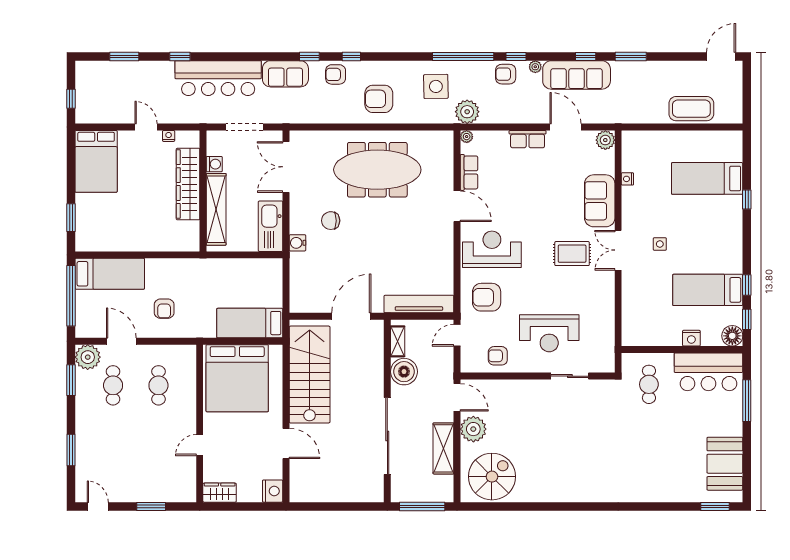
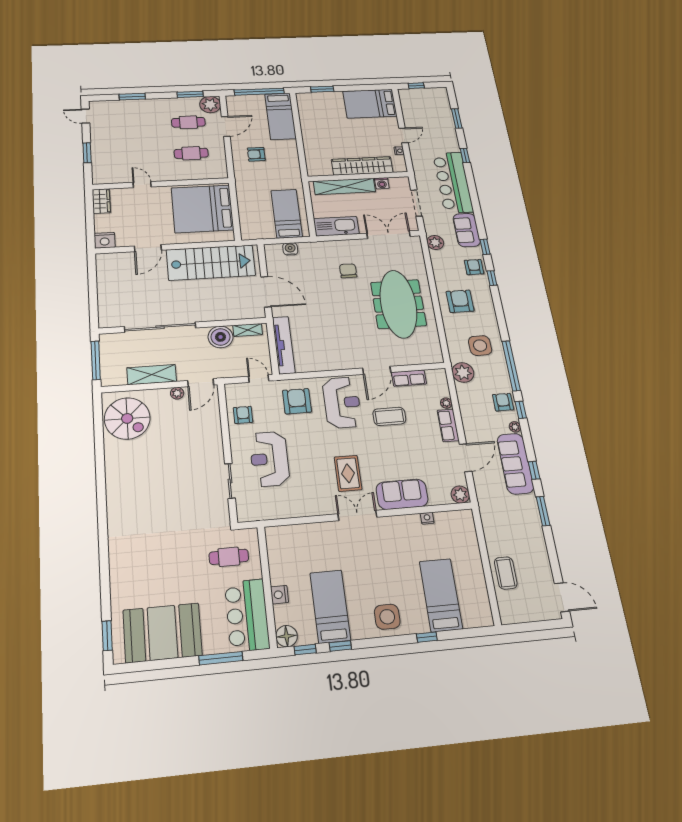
coffee table: (691, 109) -> (506, 573), width x0.73, depth x0.76
plant: (300, 114) -> (435, 242), added
plant: (467, 137) -> (446, 403), moved
coffee table: (512, 201) -> (389, 416), added
water cooler: (298, 243) -> (290, 249), moved
side table: (660, 244) -> (387, 617), moved, width x1.87, depth x1.87
bed: (250, 323) -> (287, 214), moved
plant: (473, 429) -> (177, 393), width x0.53, depth x0.53
booth: (725, 464) -> (162, 633), width x1.36, depth x1.42
door: (98, 506) -> (86, 116), swing flipped

